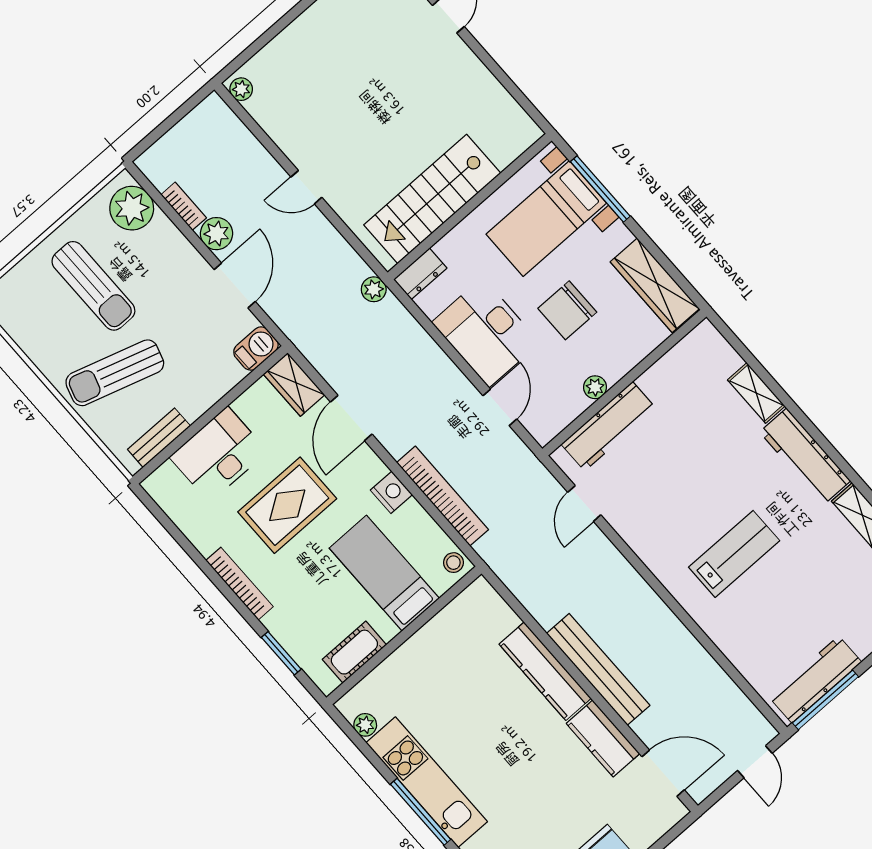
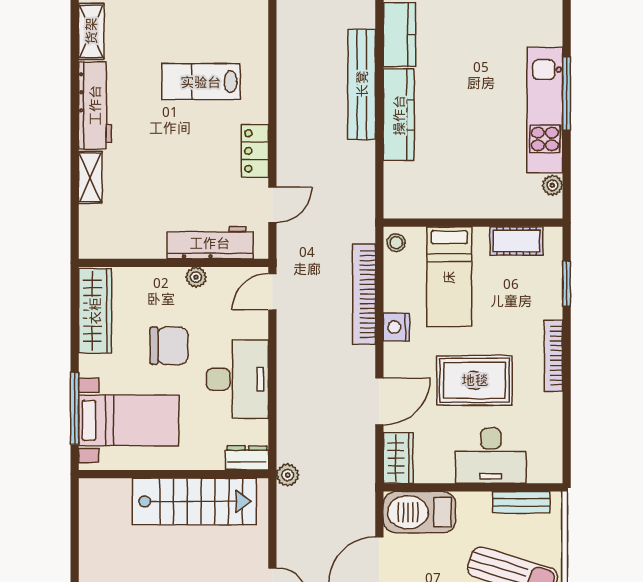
barbecue: (256, 349) -> (419, 512), width x1.88, depth x1.53
door: (500, 407) -> (272, 292), moved
locker: (638, 536) -> (255, 151), added

